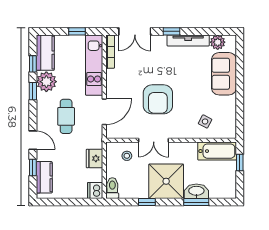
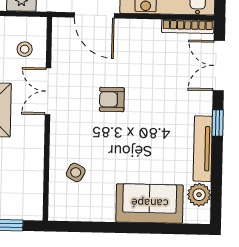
armchair: (158, 99) -> (112, 99), width x0.53, depth x0.53
bathtub: (217, 151) -> (29, 190), removed

